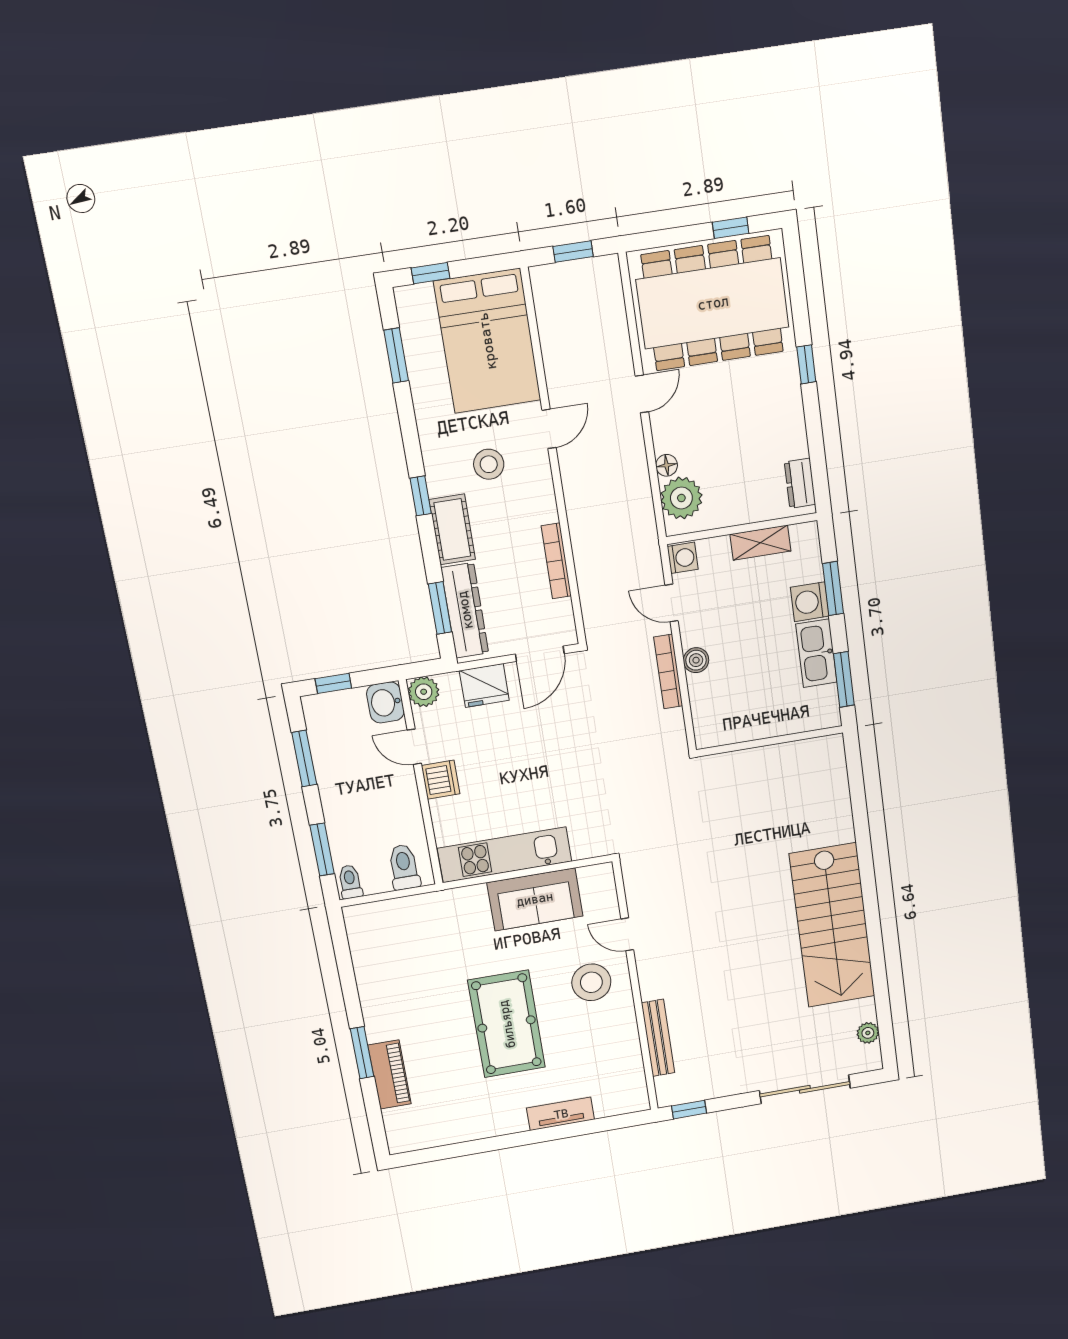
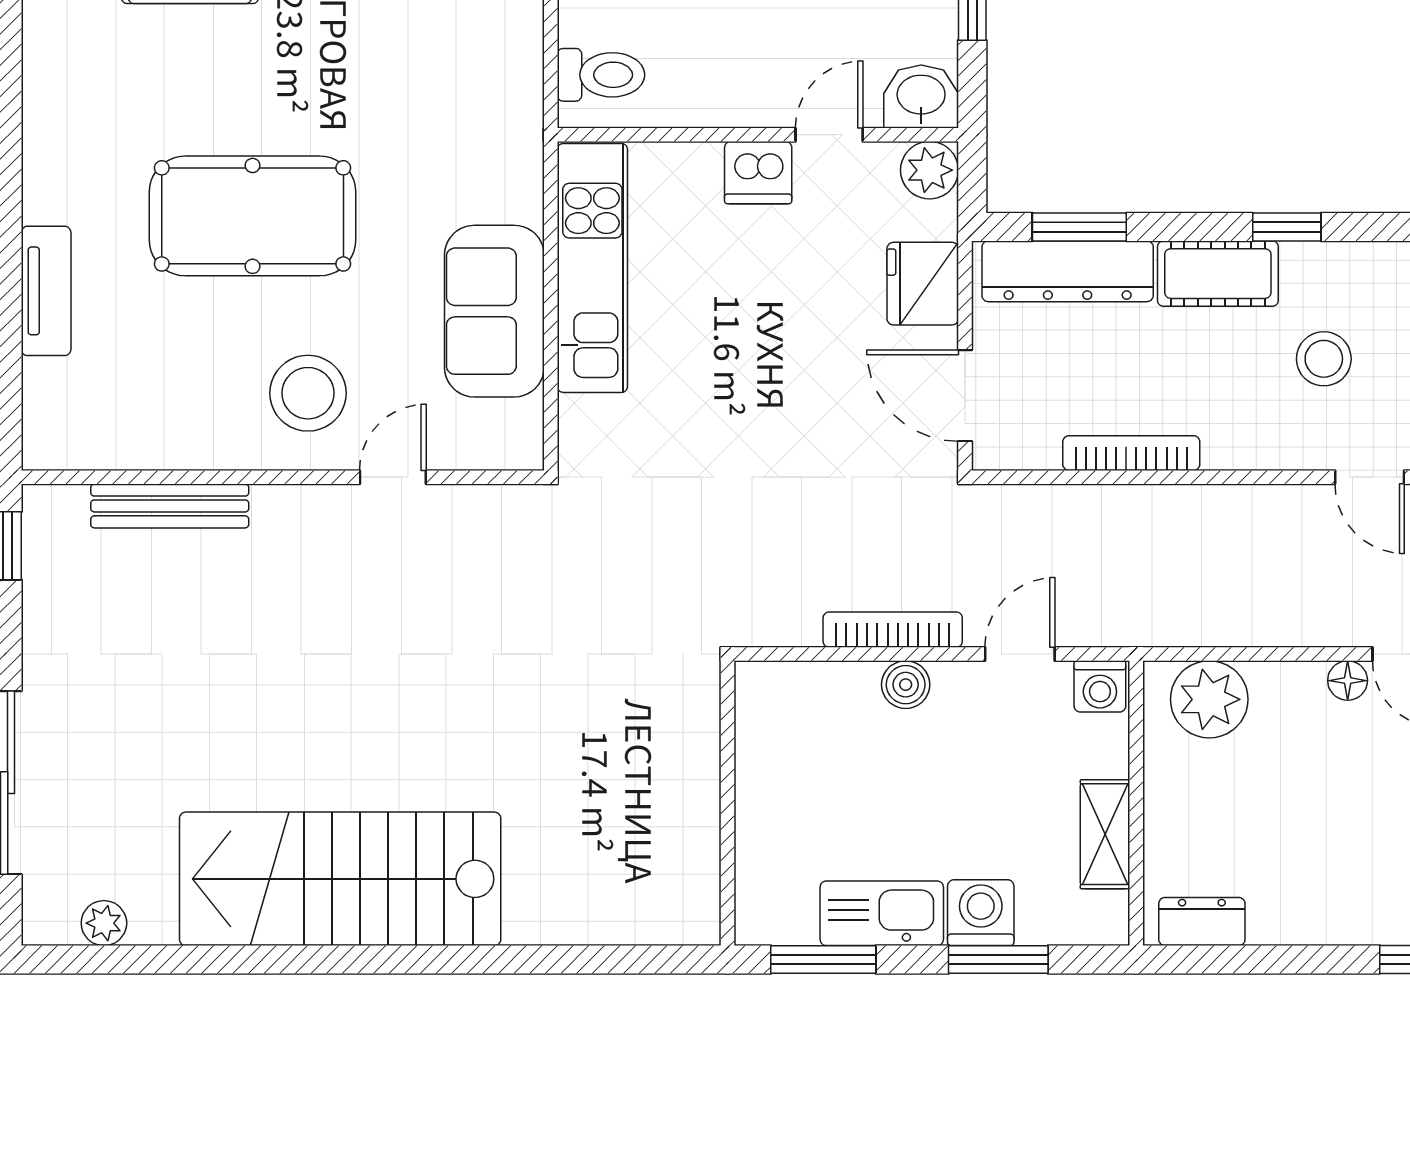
floor lamp: (667, 465) -> (1348, 681), moved

